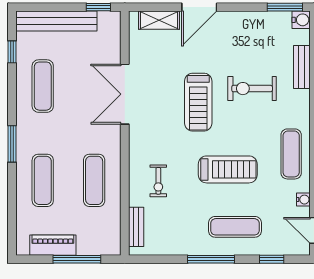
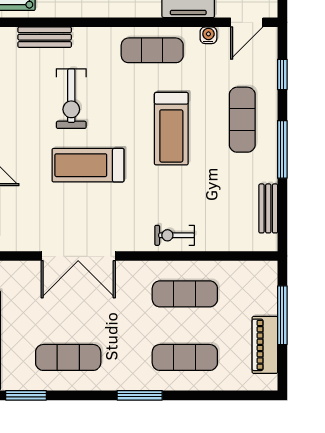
window: (12, 52) -> (26, 395), width x1.50
treadmill: (198, 102) -> (88, 165), turned 180
treadmill: (228, 169) -> (171, 129), turned 180
exercise bike: (158, 181) -> (175, 235), moved, turned 180
bench: (136, 227) -> (268, 208), moved, turned 90

